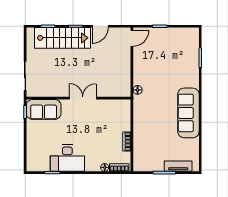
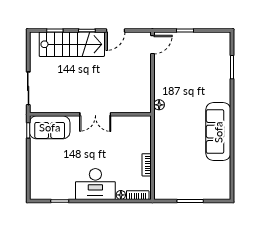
double door: (83, 98) -> (95, 114), swing flipped
desk: (67, 158) -> (95, 184), moved
tv unit: (178, 166) -> (206, 193), removed

